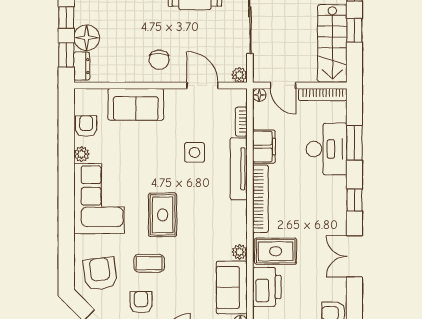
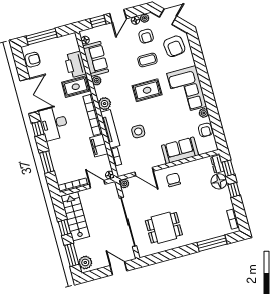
desk: (326, 149) -> (54, 123), moved
plant: (237, 212) -> (105, 104), added
rug: (163, 215) -> (147, 90), turned 90
double door: (354, 256) -> (29, 96), width x1.37

